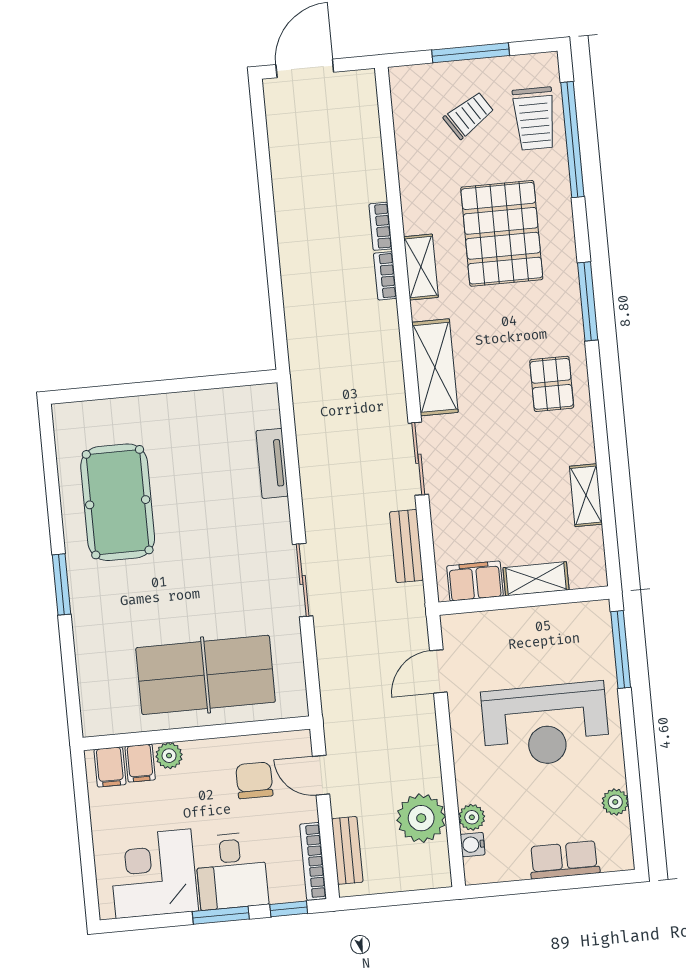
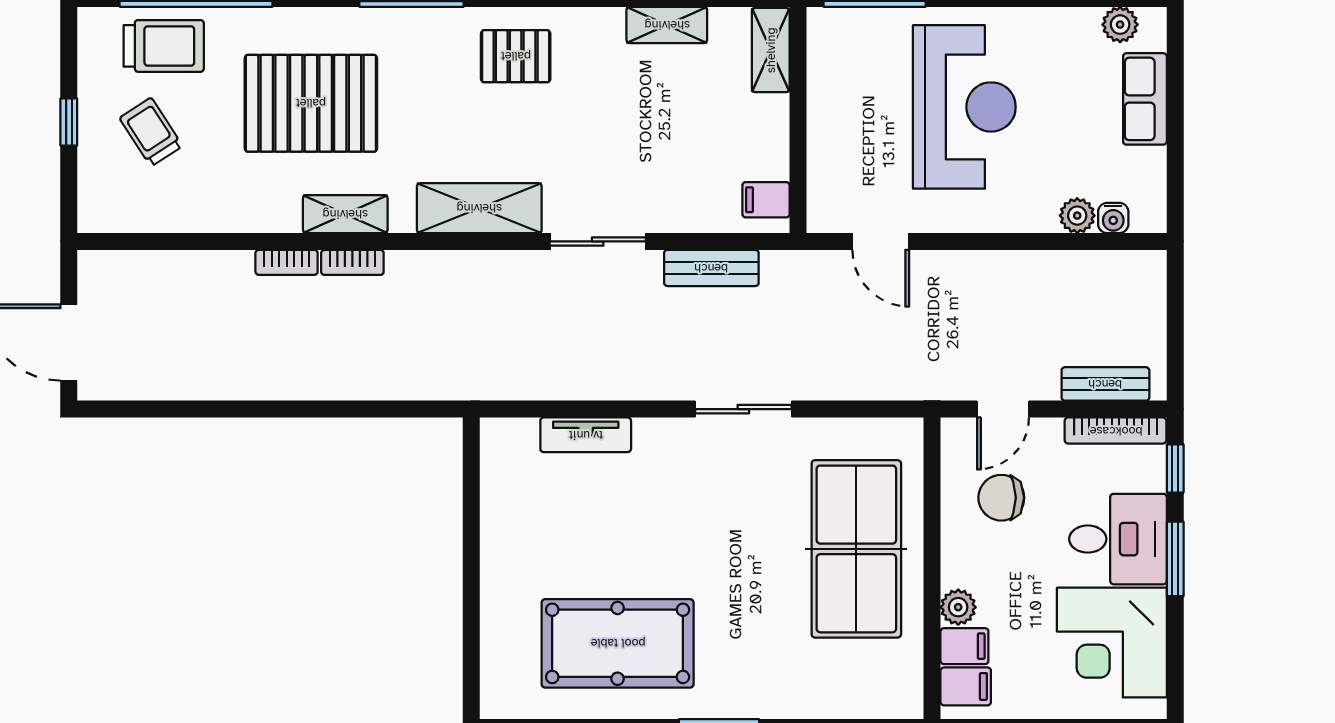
window: (471, 53) -> (69, 122), width x0.46
shelving: (536, 579) -> (771, 50), moved
filing cabinet: (475, 581) -> (766, 200), width x0.50
plant: (615, 802) -> (1120, 25), moved
plant: (421, 818) -> (1072, 282), removed

